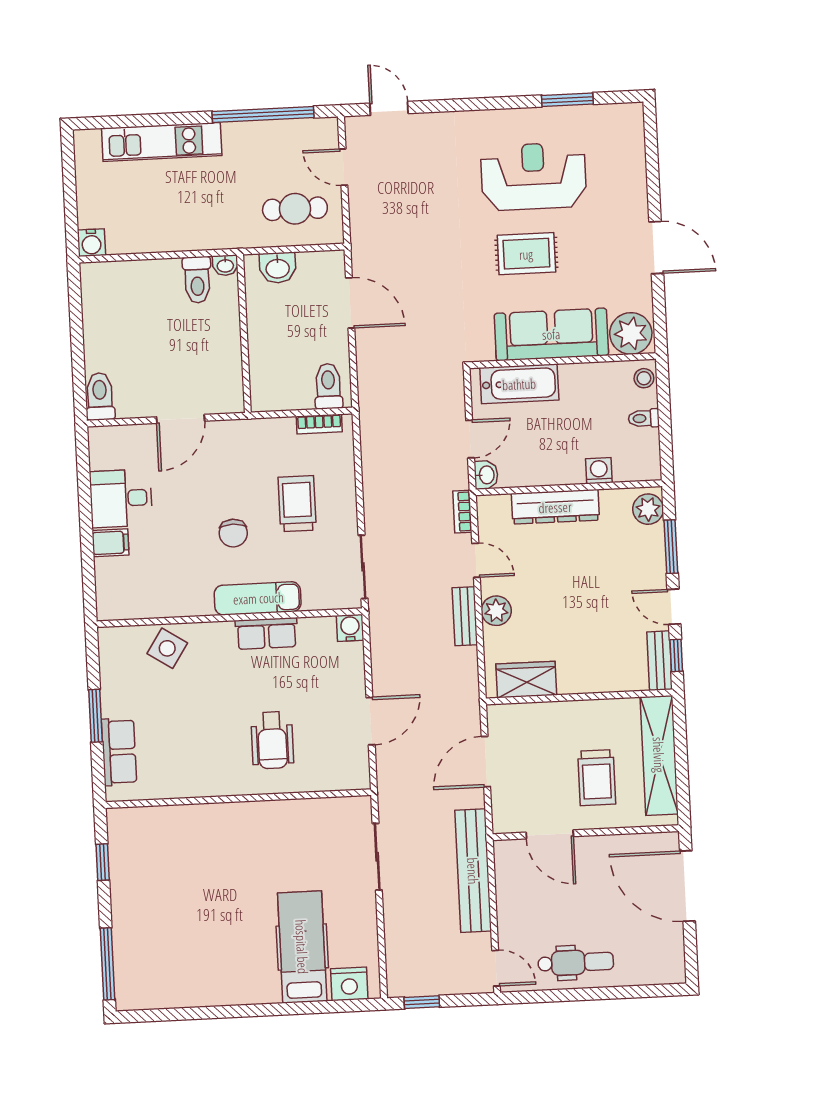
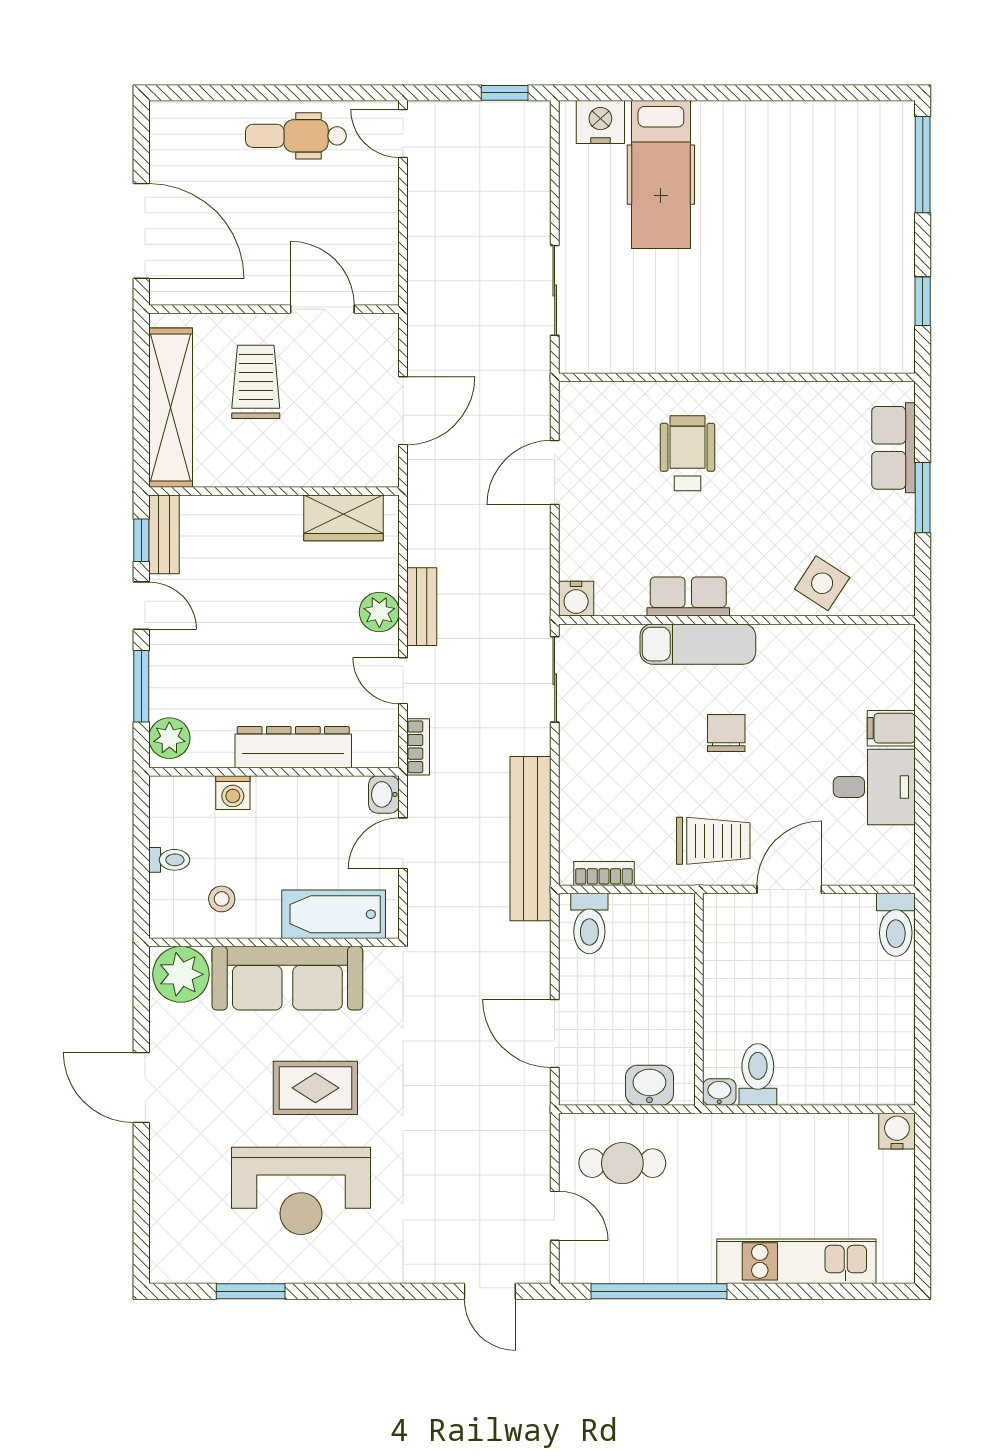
stool: (644, 378) -> (222, 899), moved
trolley: (297, 504) -> (713, 841), moved, turned -90
bench: (473, 871) -> (530, 839), moved

